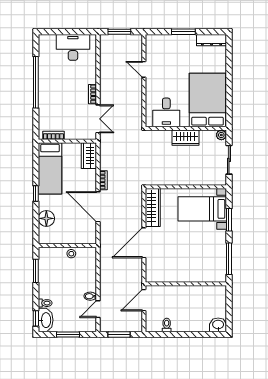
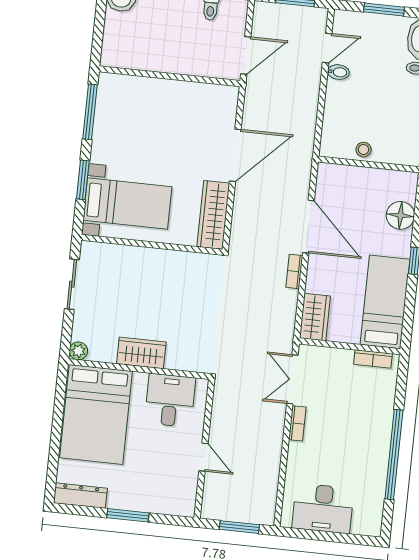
bed: (207, 100) -> (96, 414), moved
desk: (166, 112) -> (170, 400), moved
wall: (186, 128) -> (139, 369), moved
plant: (221, 135) -> (78, 351), moved
wardrobe: (185, 138) -> (141, 353), moved

